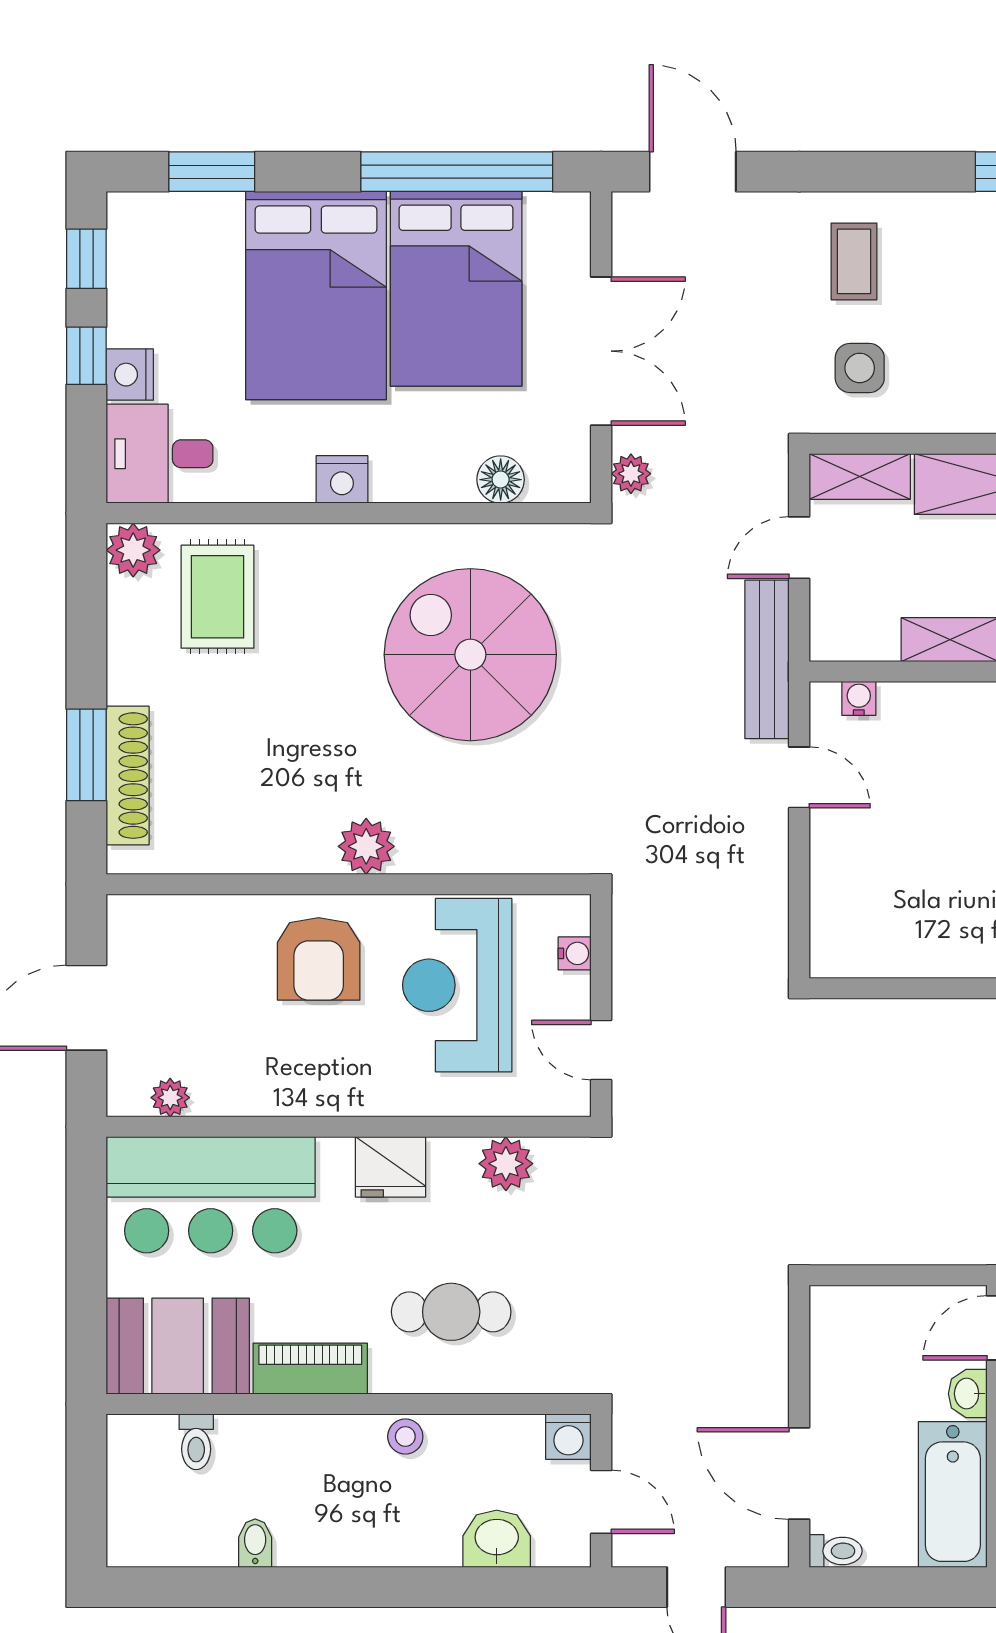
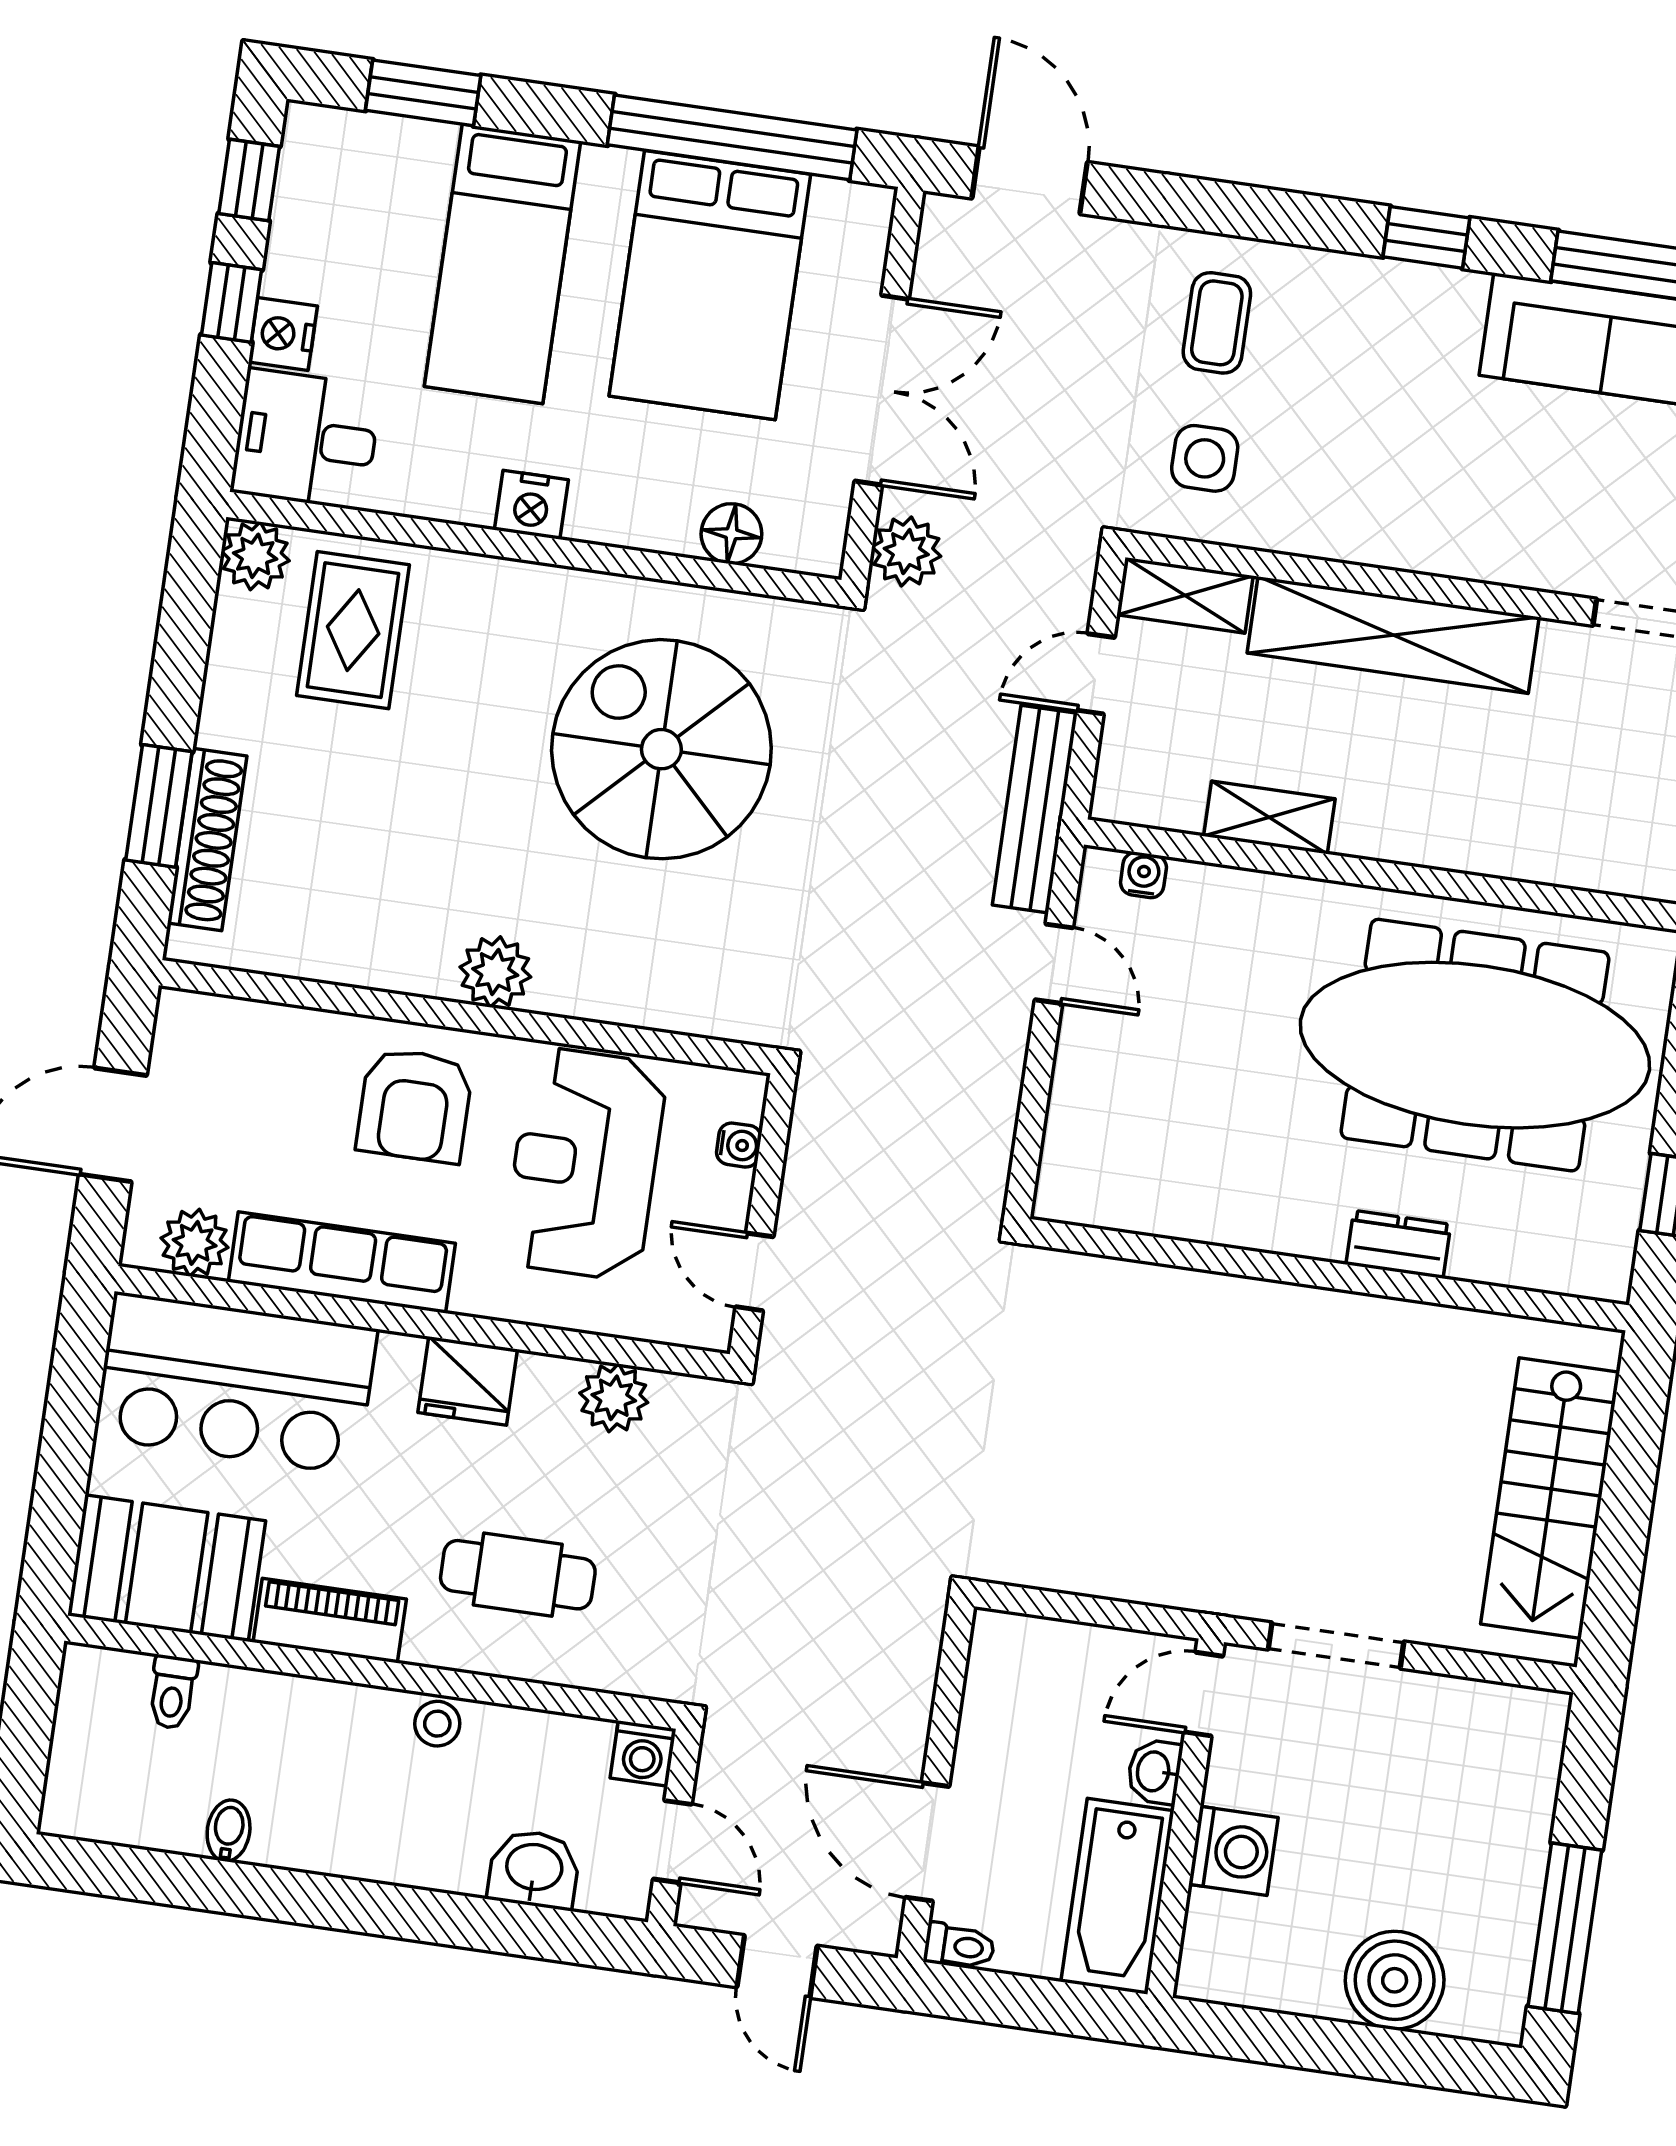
bed: (316, 296) -> (502, 264), width x0.67
plant: (631, 474) -> (906, 552), width x1.38, depth x1.38
row of seats: (280, 1089) -> (342, 1263), added
plant: (170, 1098) -> (195, 1243), width x1.38, depth x1.38

